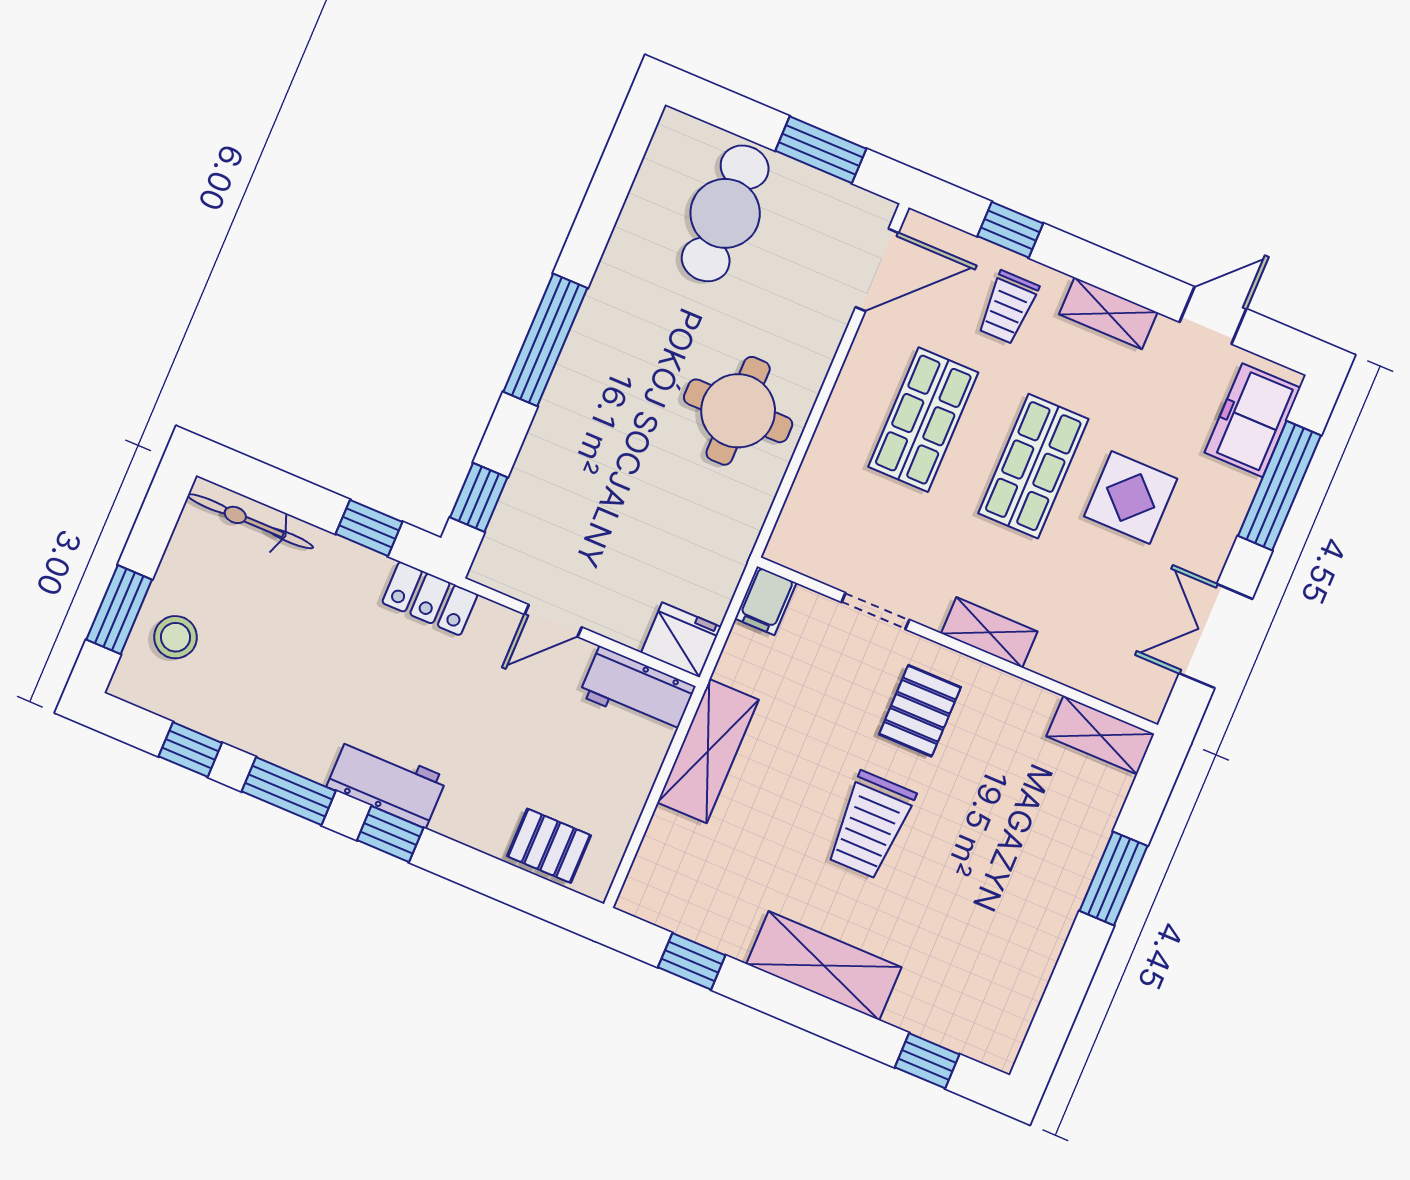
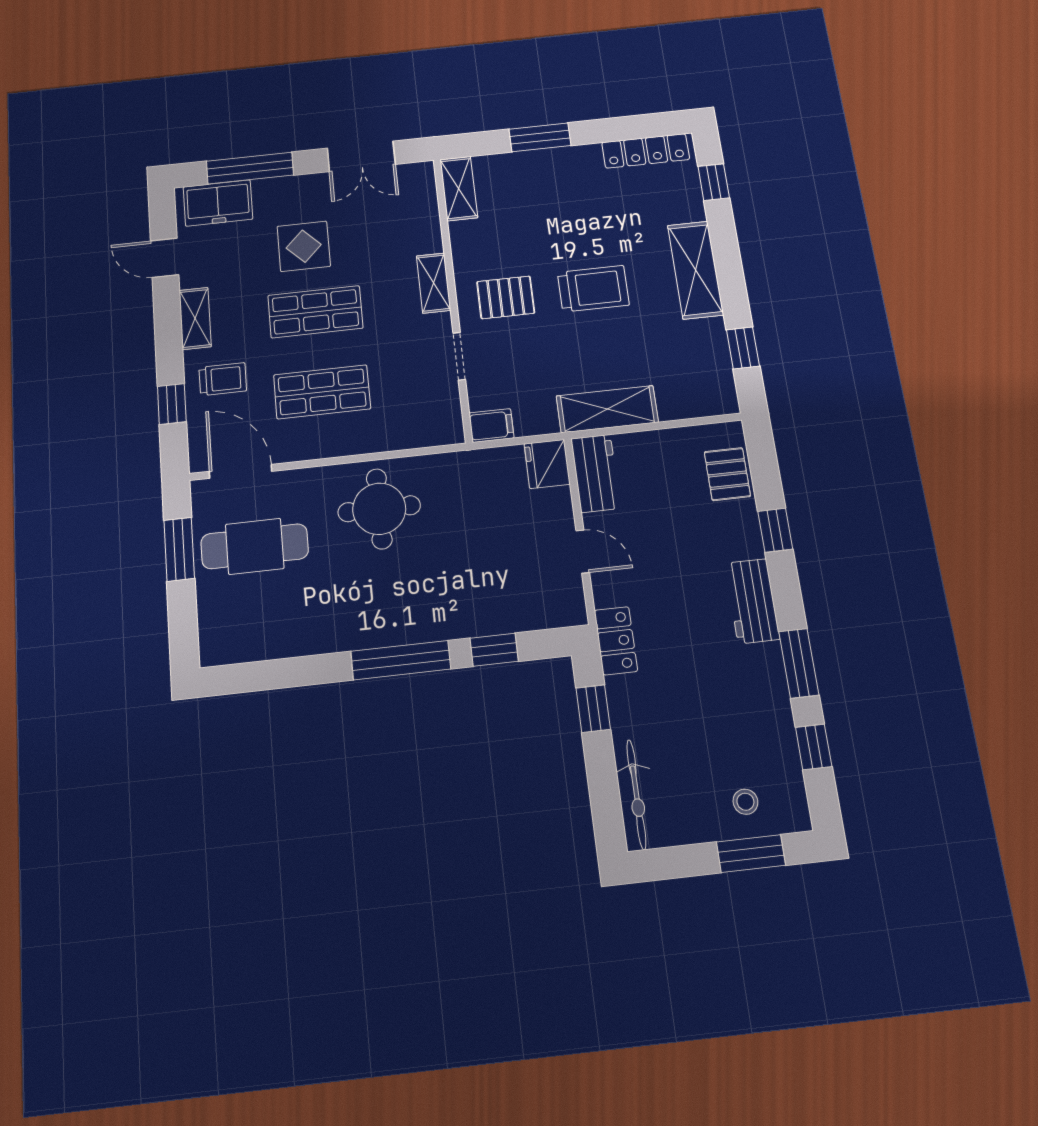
cafe table: (725, 213) -> (255, 546), moved
window: (479, 497) -> (494, 650), moved
stool: (175, 637) -> (745, 802), width x0.73, depth x0.73
window: (390, 834) -> (775, 530), moved
locker: (1018, 1001) -> (646, 151), added

